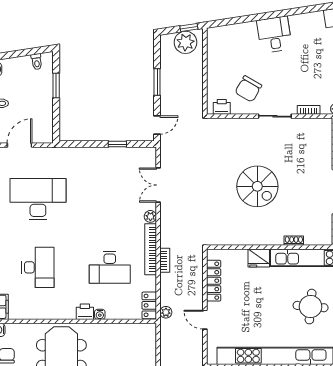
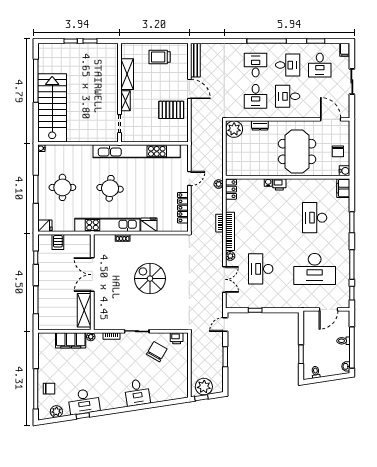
desk: (110, 267) -> (261, 269), moved, turned -90
door: (205, 320) -> (189, 178), hinge flipped

